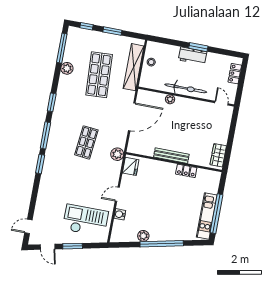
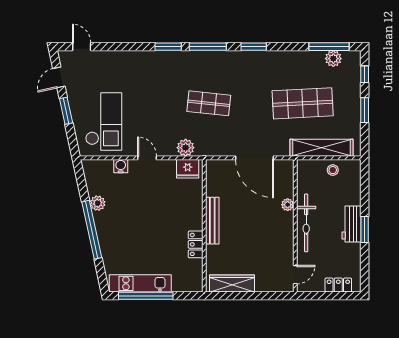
plant: (67, 68) -> (333, 59), moved
plant: (117, 154) -> (186, 148), moved
wardrobe: (218, 155) -> (232, 283), width x1.50

